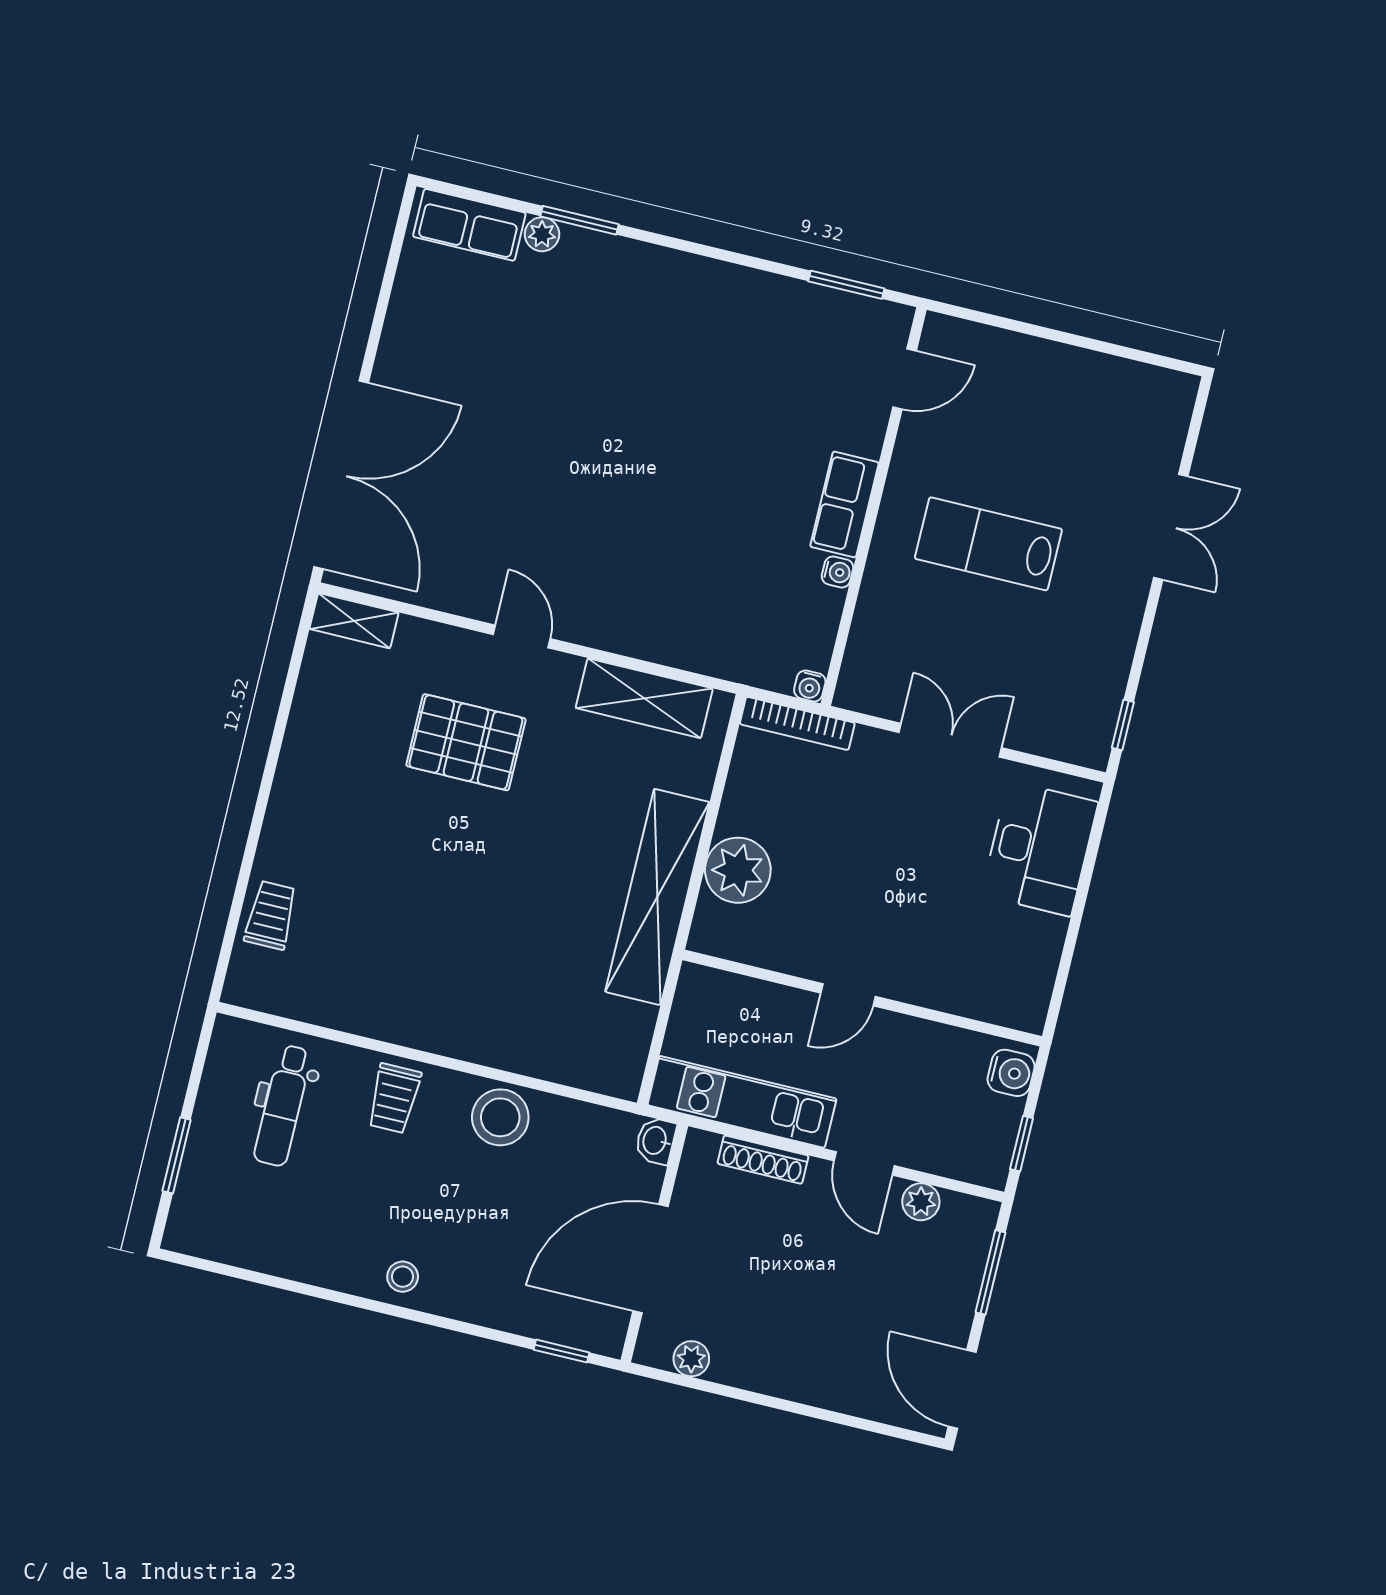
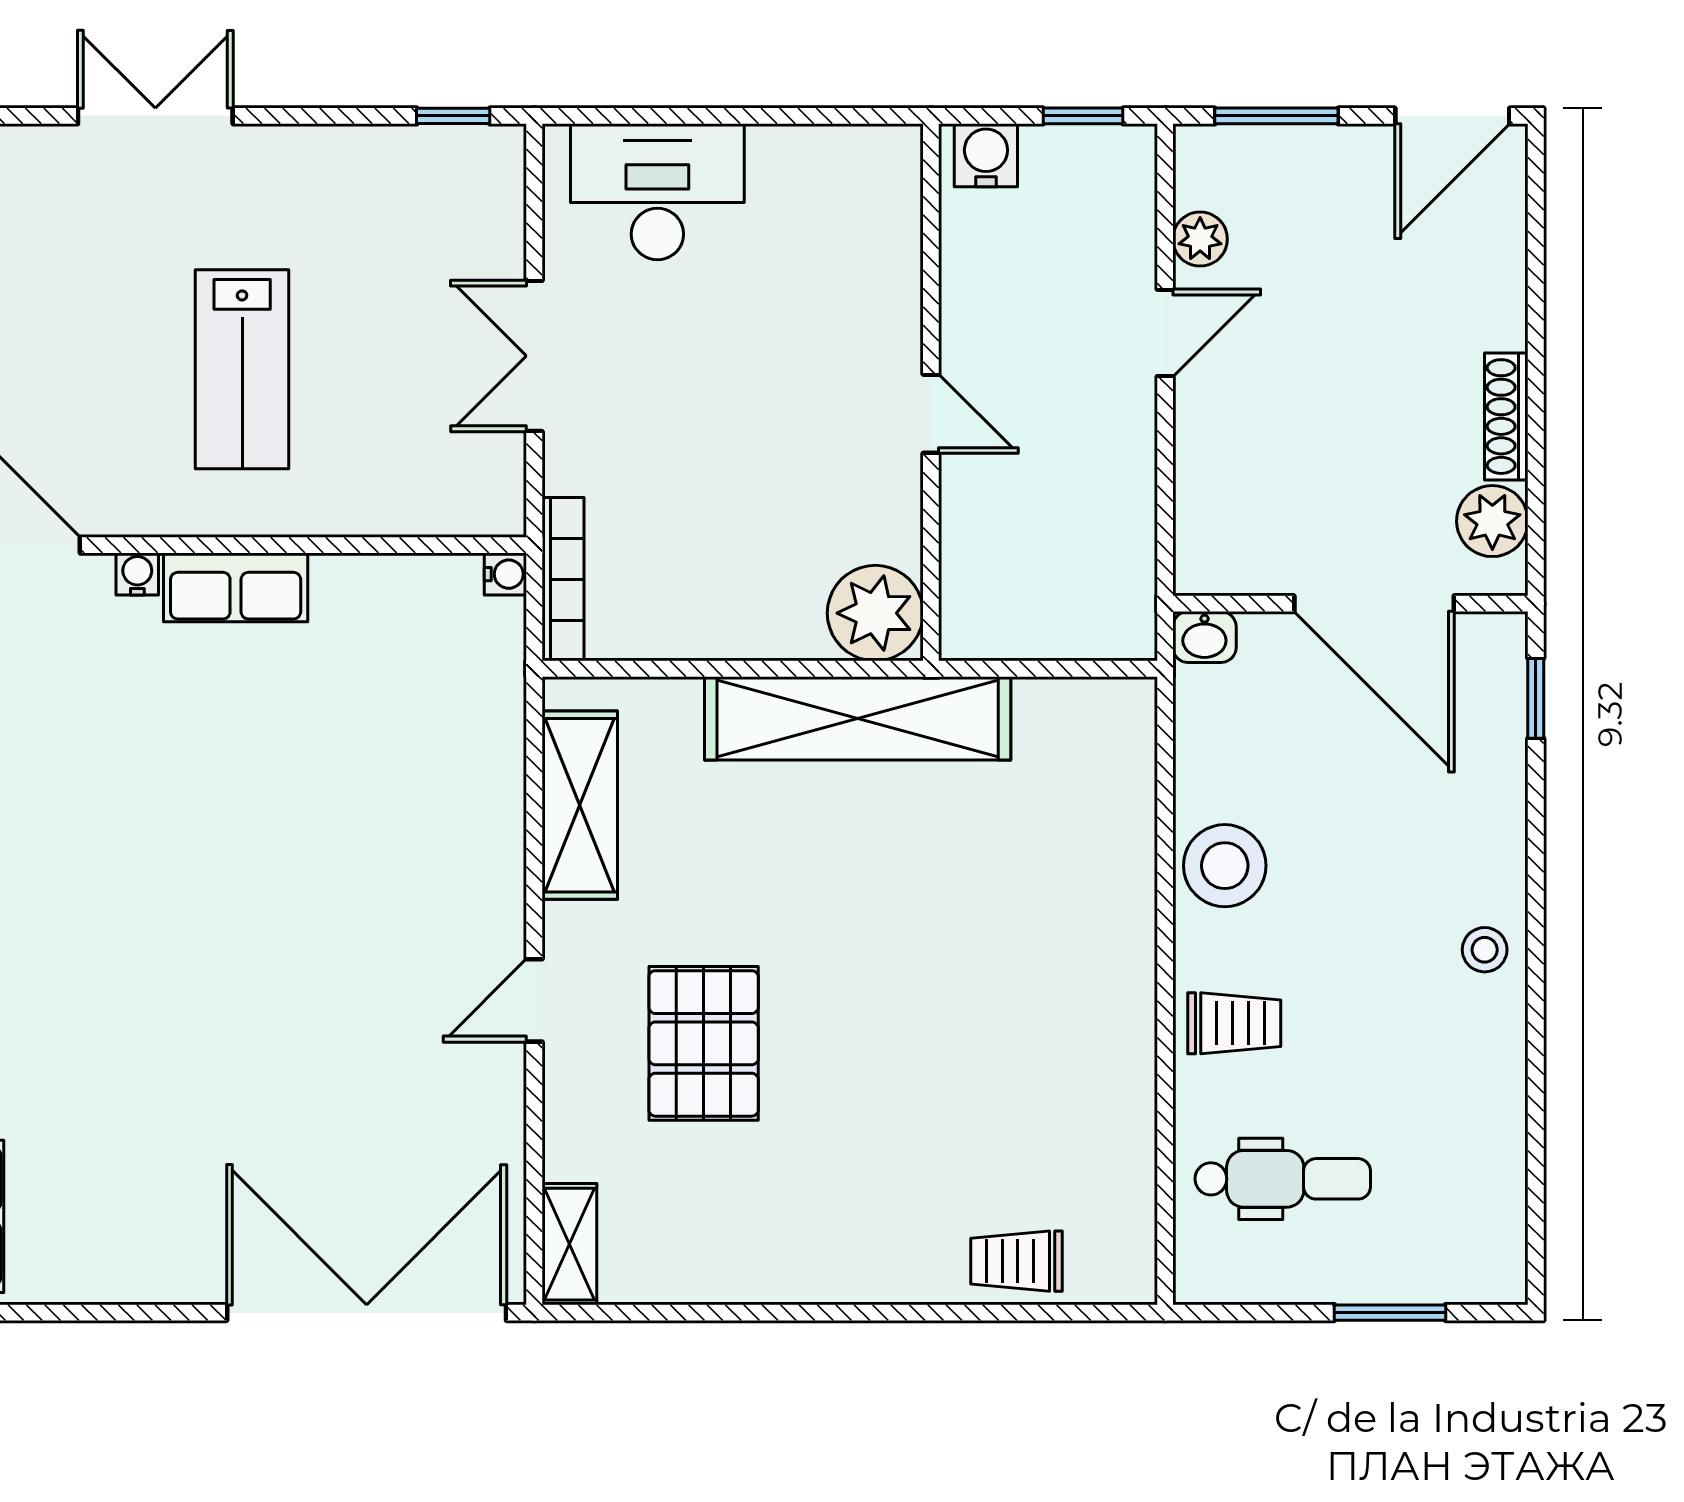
water cooler: (837, 572) -> (137, 574), moved
plant: (738, 870) -> (875, 613), moved
kitchen unit: (742, 1102) -> (1120, 528), removed
shoe rack: (763, 1160) -> (1506, 417), moved, turned 180
plant: (691, 1359) -> (1492, 521), width x1.38, depth x1.38

